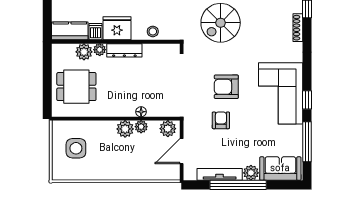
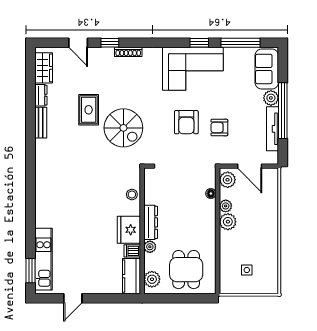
plant: (84, 52) -> (152, 279), moved
floor lamp: (141, 112) -> (211, 194), moved
side table: (76, 148) -> (247, 270), width x0.54, depth x0.54

